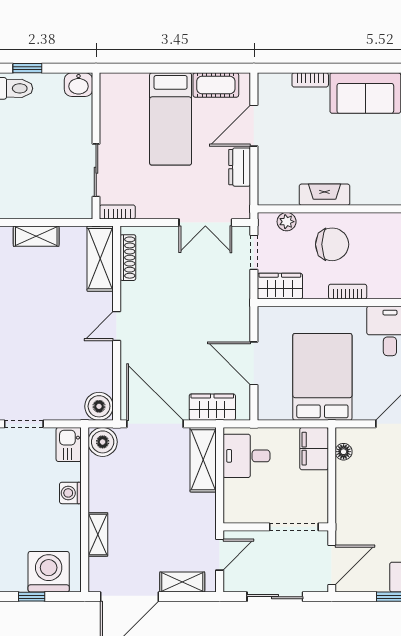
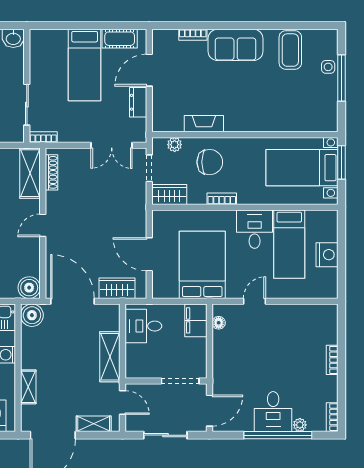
shelving: (203, 460) -> (110, 357), moved
door: (220, 555) -> (123, 403), hinge flipped

